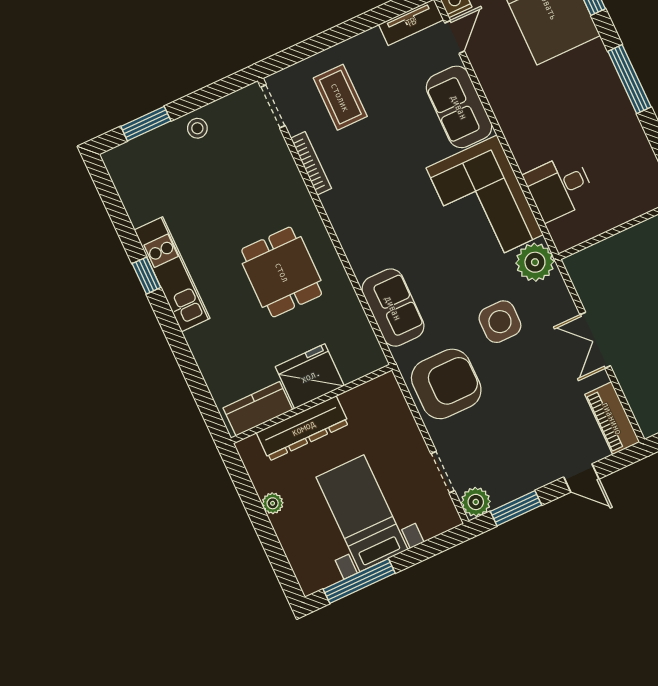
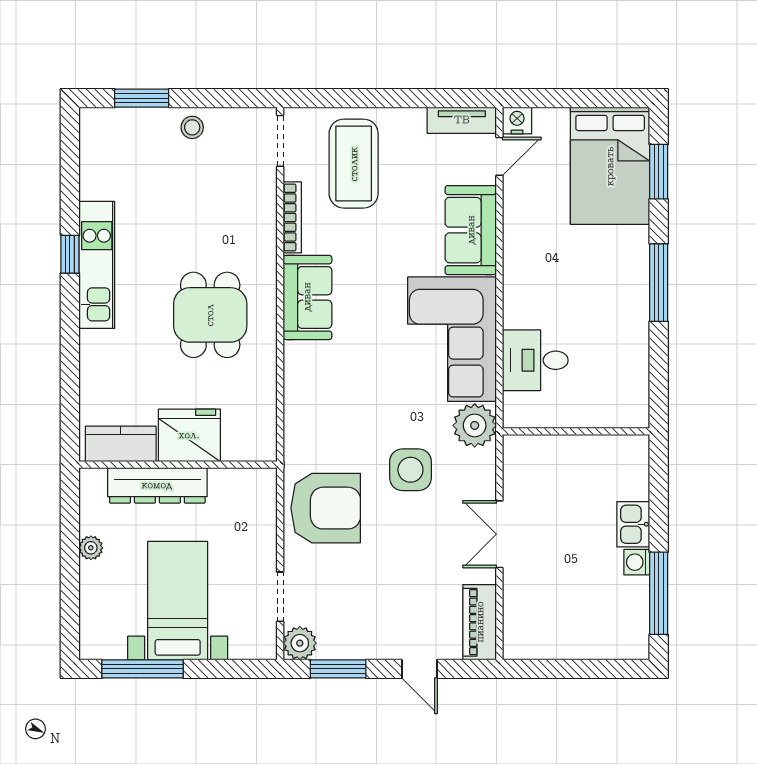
coffee table: (340, 97) -> (354, 164), width x1.36, depth x1.32
sofa: (393, 308) -> (307, 297), moved

